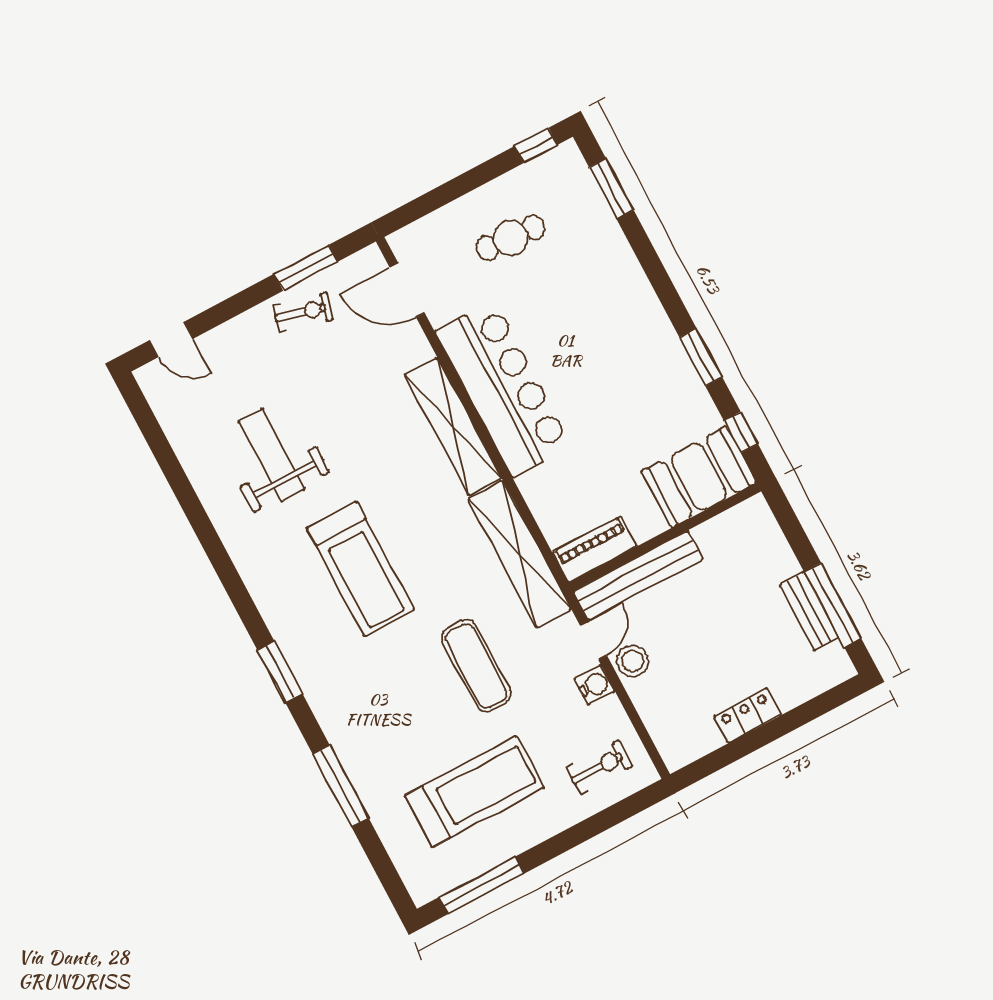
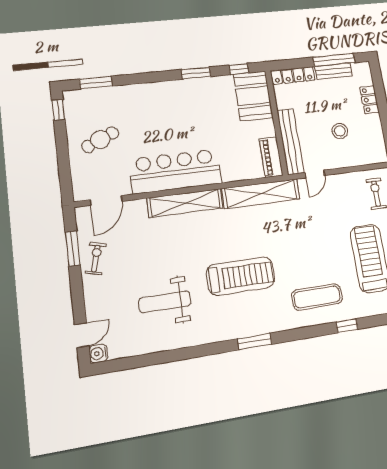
cafe table: (510, 238) -> (100, 140), turned 62
locker: (769, 537) -> (293, 75), added
door: (593, 641) -> (315, 174), swing flipped
stool: (633, 661) -> (340, 131), moved
exercise mat: (476, 666) -> (317, 297), moved
window: (280, 672) -> (255, 341), moved
water cooler: (595, 685) -> (98, 353), moved, turned -90
locker: (748, 716) -> (369, 100), moved
window: (341, 786) -> (347, 326), width x0.46

